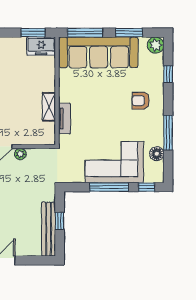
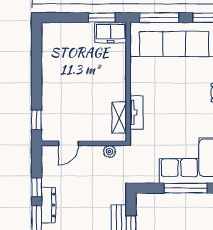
shelving: (49, 107) -> (119, 118), moved
plant: (20, 154) -> (109, 152), moved

